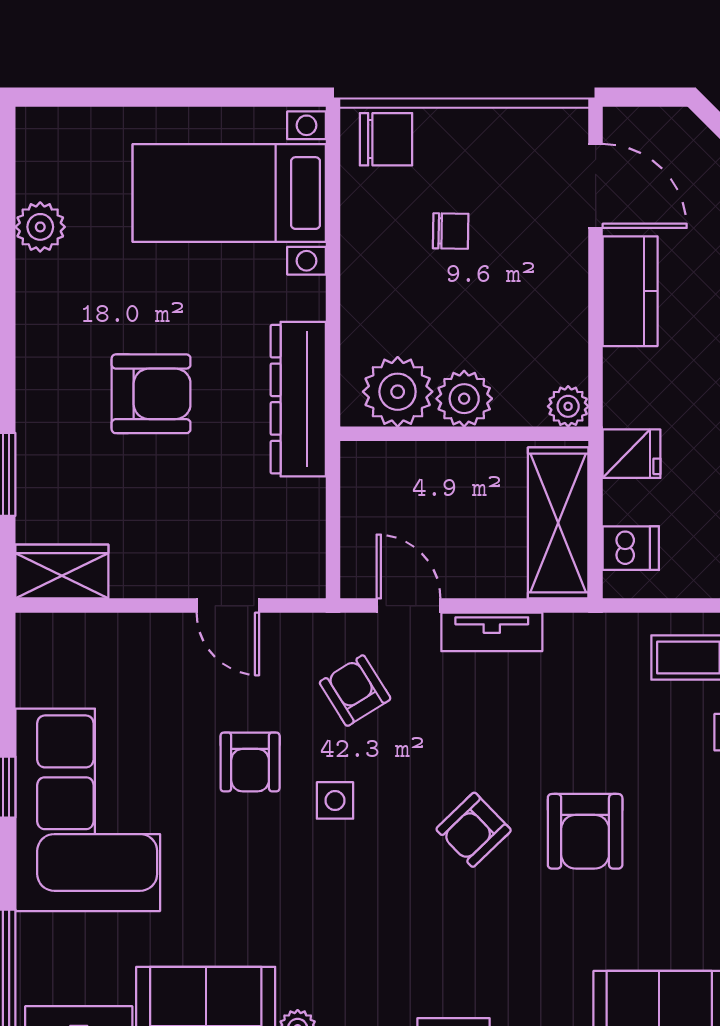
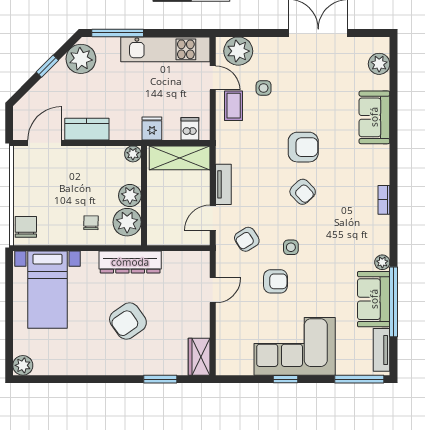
plant: (40, 227) -> (23, 365), moved
chair: (451, 231) -> (91, 223), moved
armchair: (151, 394) -> (128, 321), turned -125

